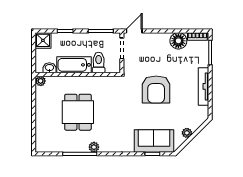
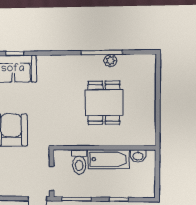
shower: (43, 40) -> (146, 189), removed
plant: (41, 81) -> (149, 140), removed
plant: (94, 147) -> (110, 61), moved

